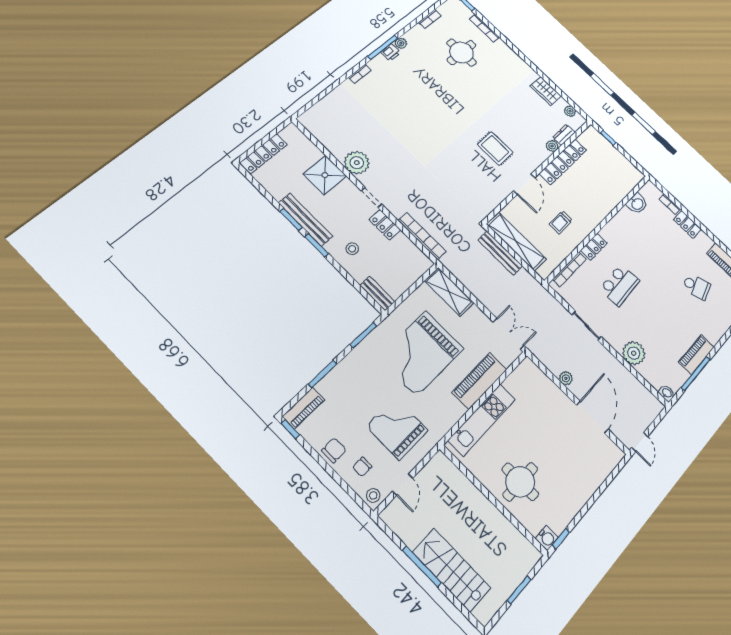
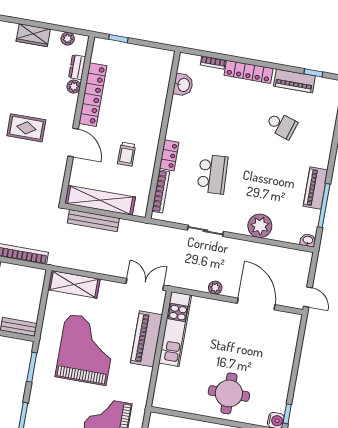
locker: (687, 224) -> (249, 72), width x1.53
school desk: (696, 287) -> (282, 125), turned 36
grand piano: (421, 353) -> (86, 349), turned 180
kitchen unit: (482, 420) -> (175, 329), moved

